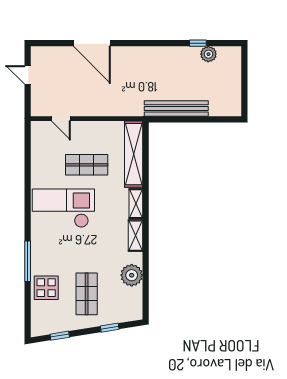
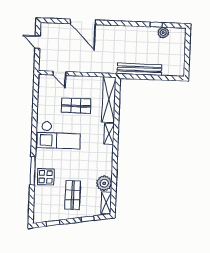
checkout: (63, 208) -> (59, 135), turned 180
shelving: (136, 236) -> (106, 203), moved
display table: (46, 288) -> (46, 177), moved

